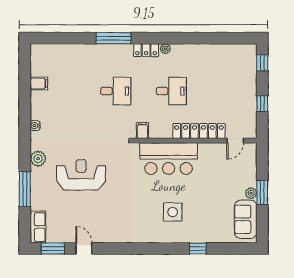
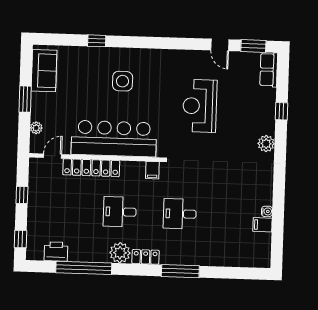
window: (203, 38) -> (84, 268), added
plant: (165, 49) -> (120, 253), width x1.88, depth x1.88
printer: (229, 52) -> (56, 252), added
water cooler: (35, 126) -> (267, 211), moved
bar counter: (169, 159) -> (114, 139), width x1.36
reception desk: (81, 175) -> (200, 106), moved, turned 90
window: (25, 189) -> (281, 111), width x0.46
plant: (251, 193) -> (36, 128), moved

